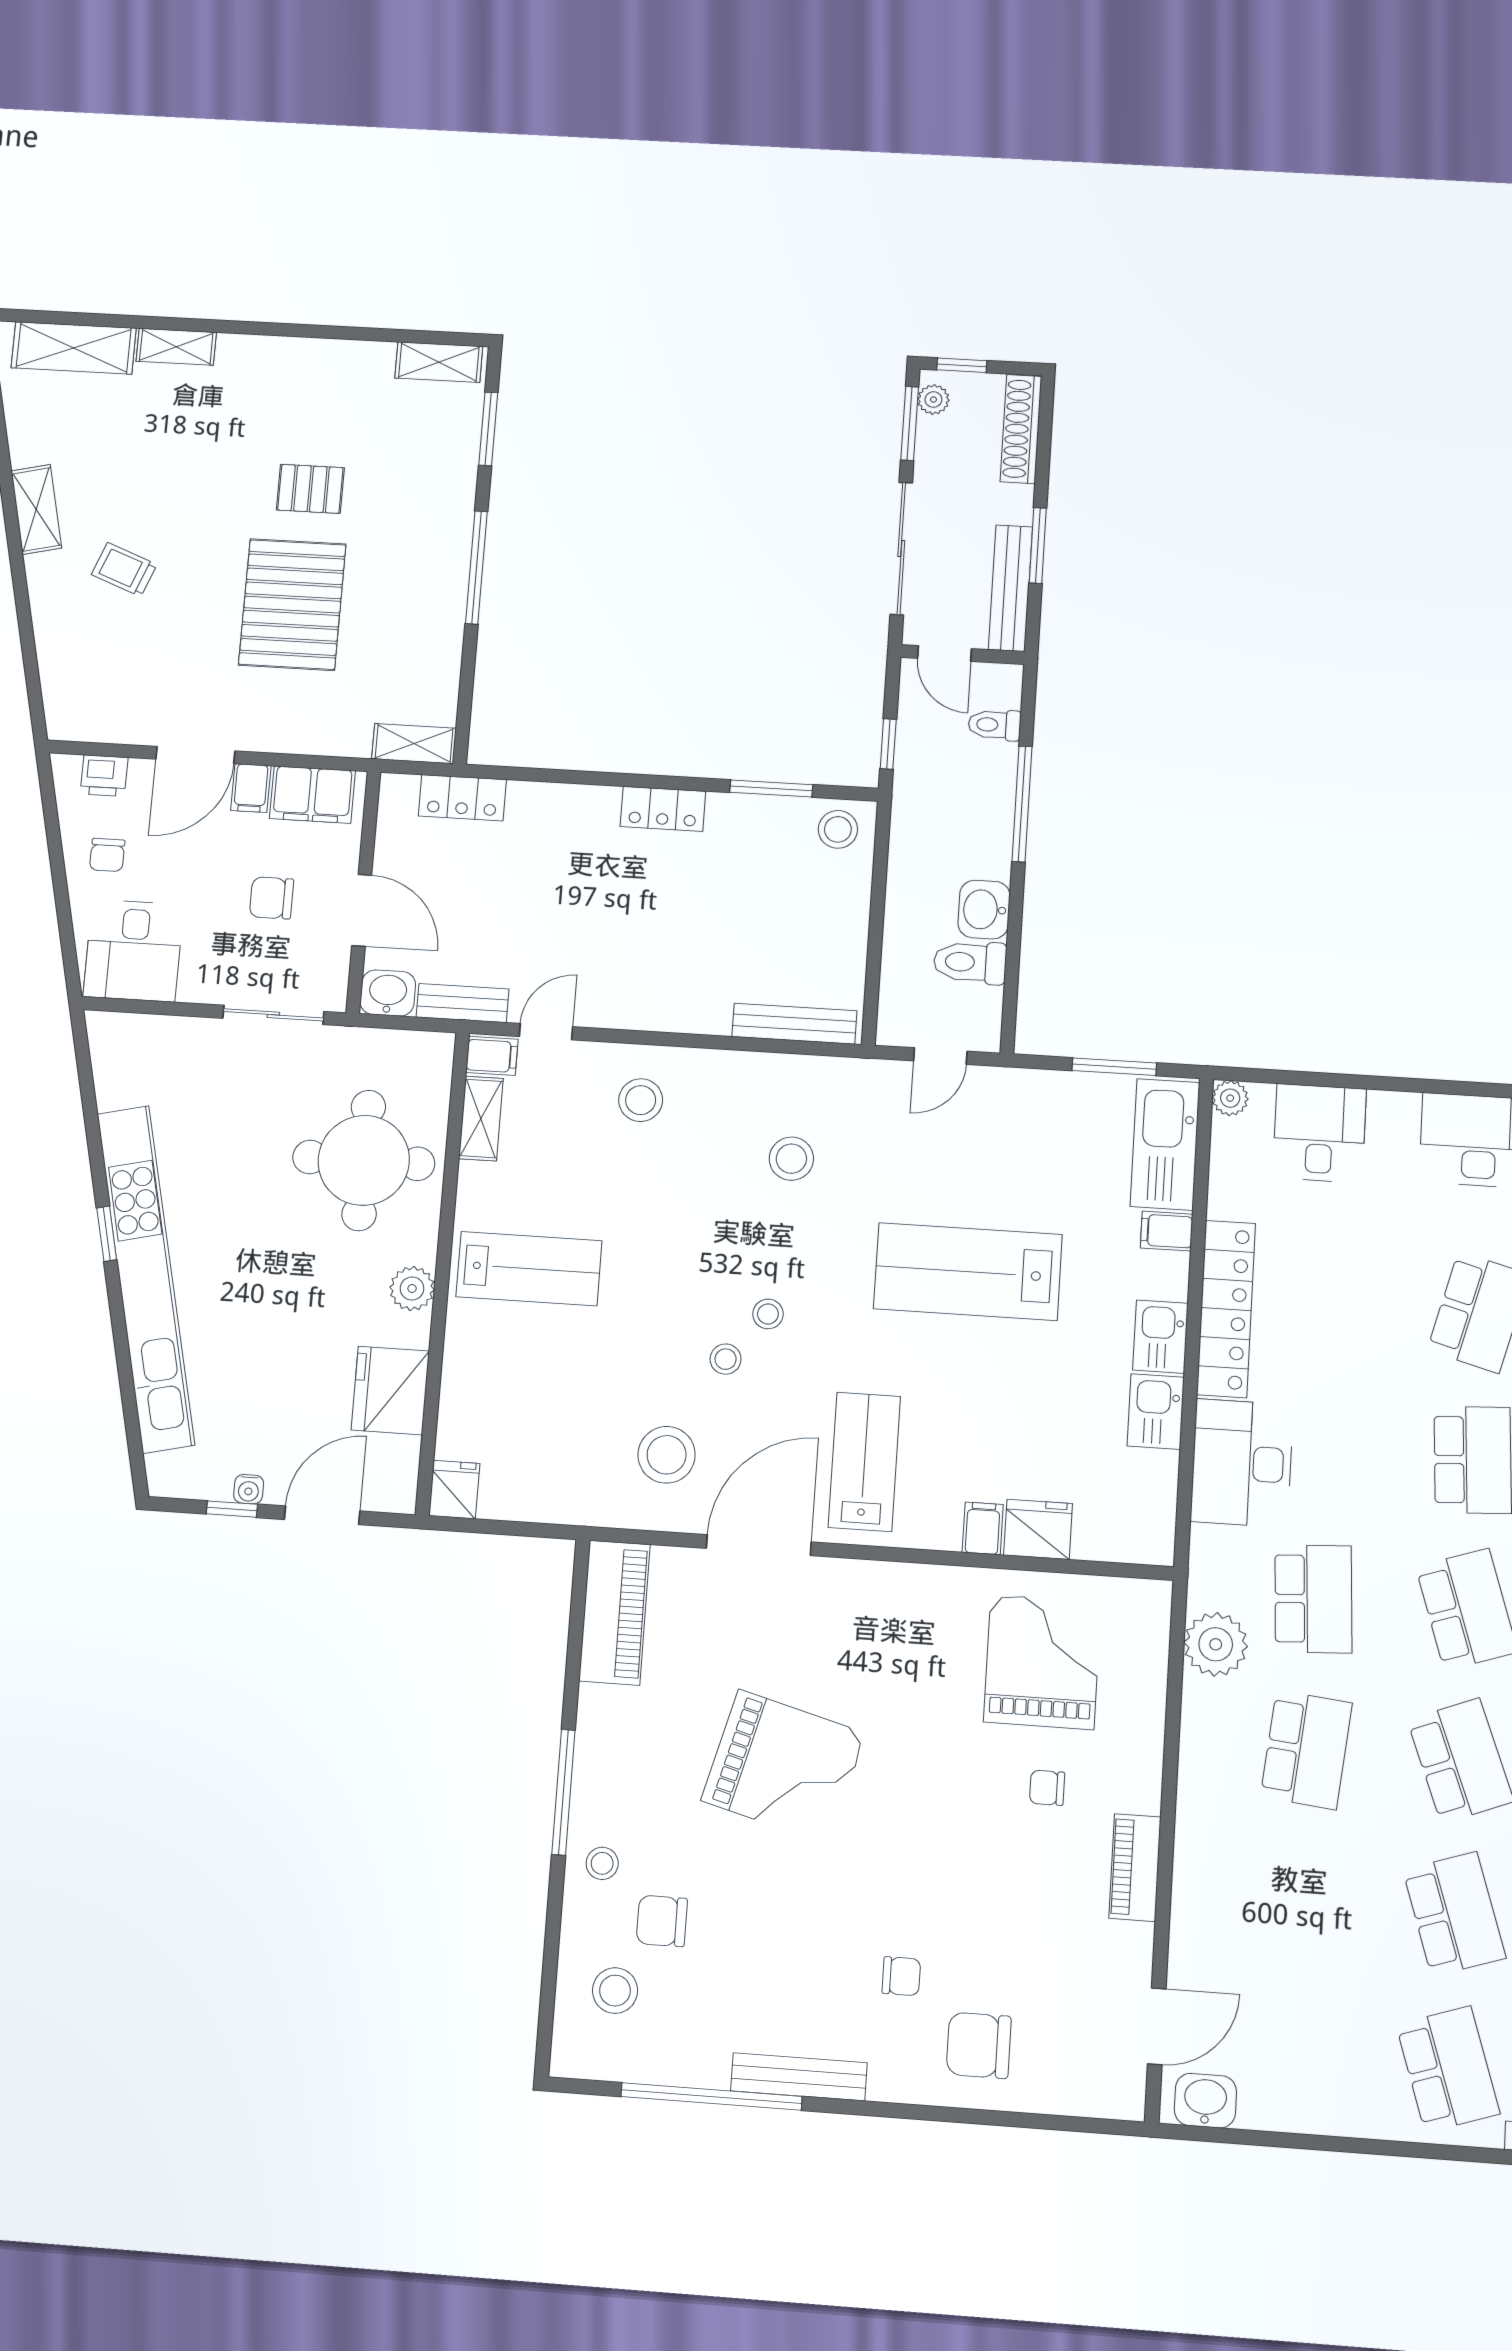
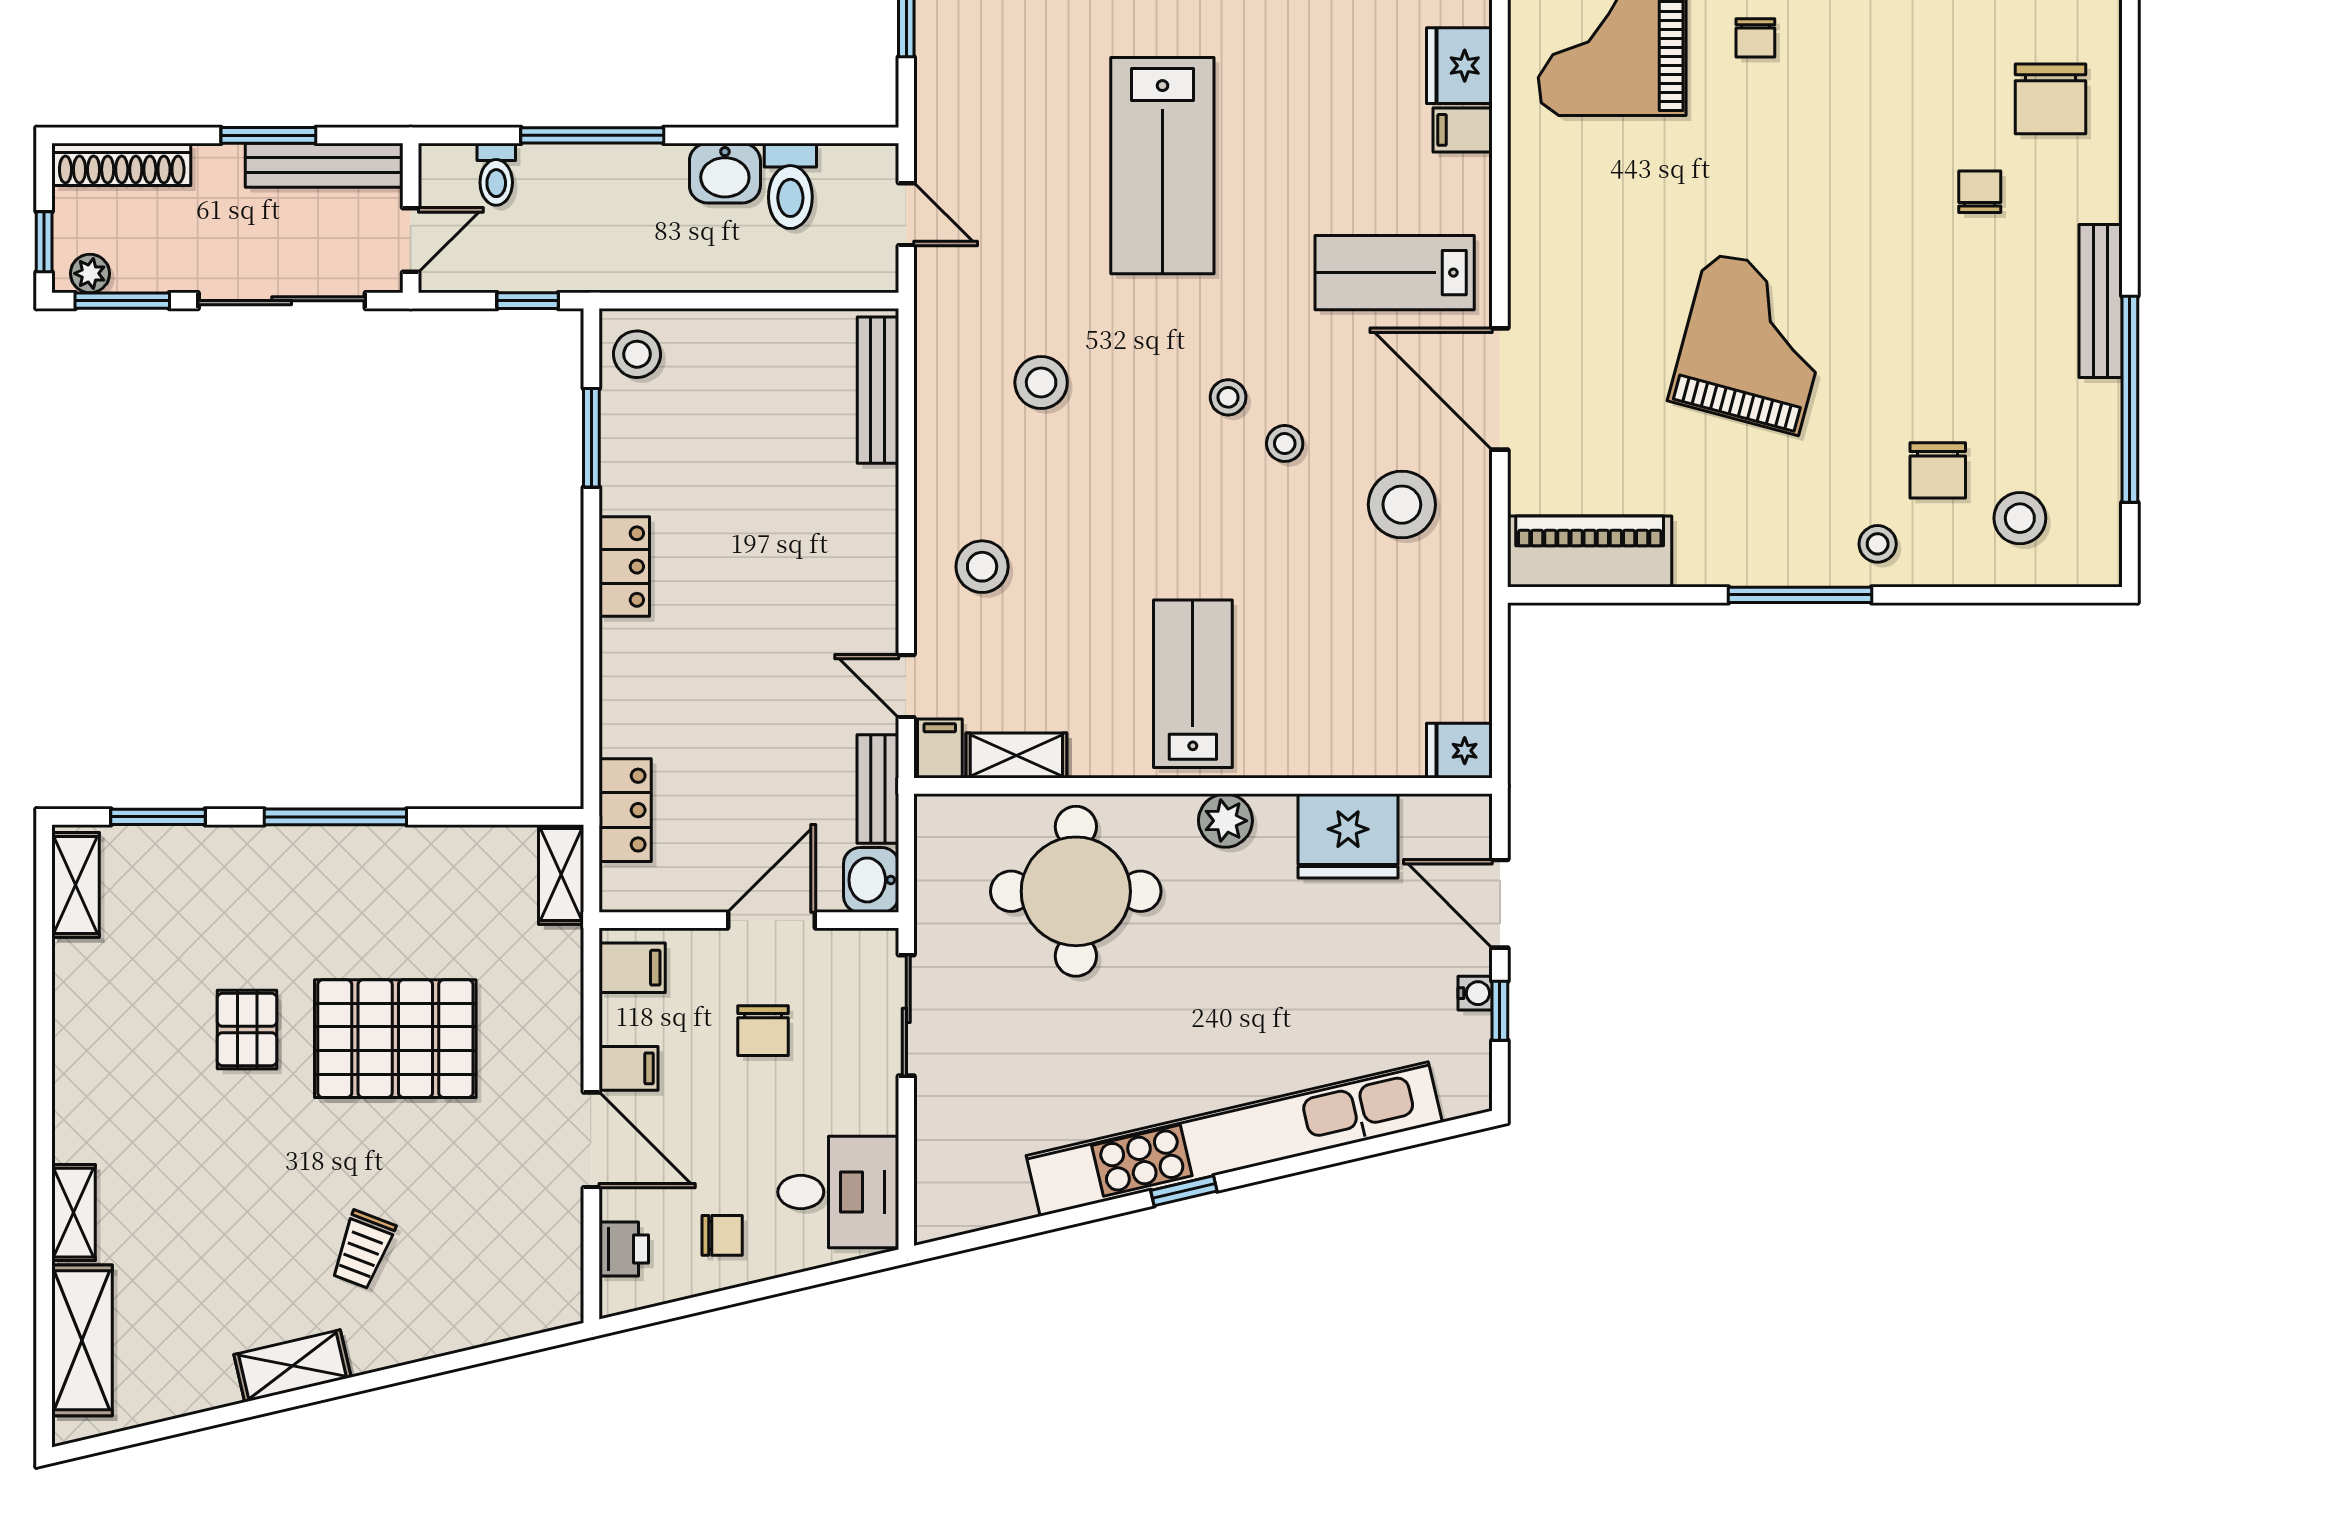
filing cabinet: (312, 795) -> (632, 968), width x0.50

